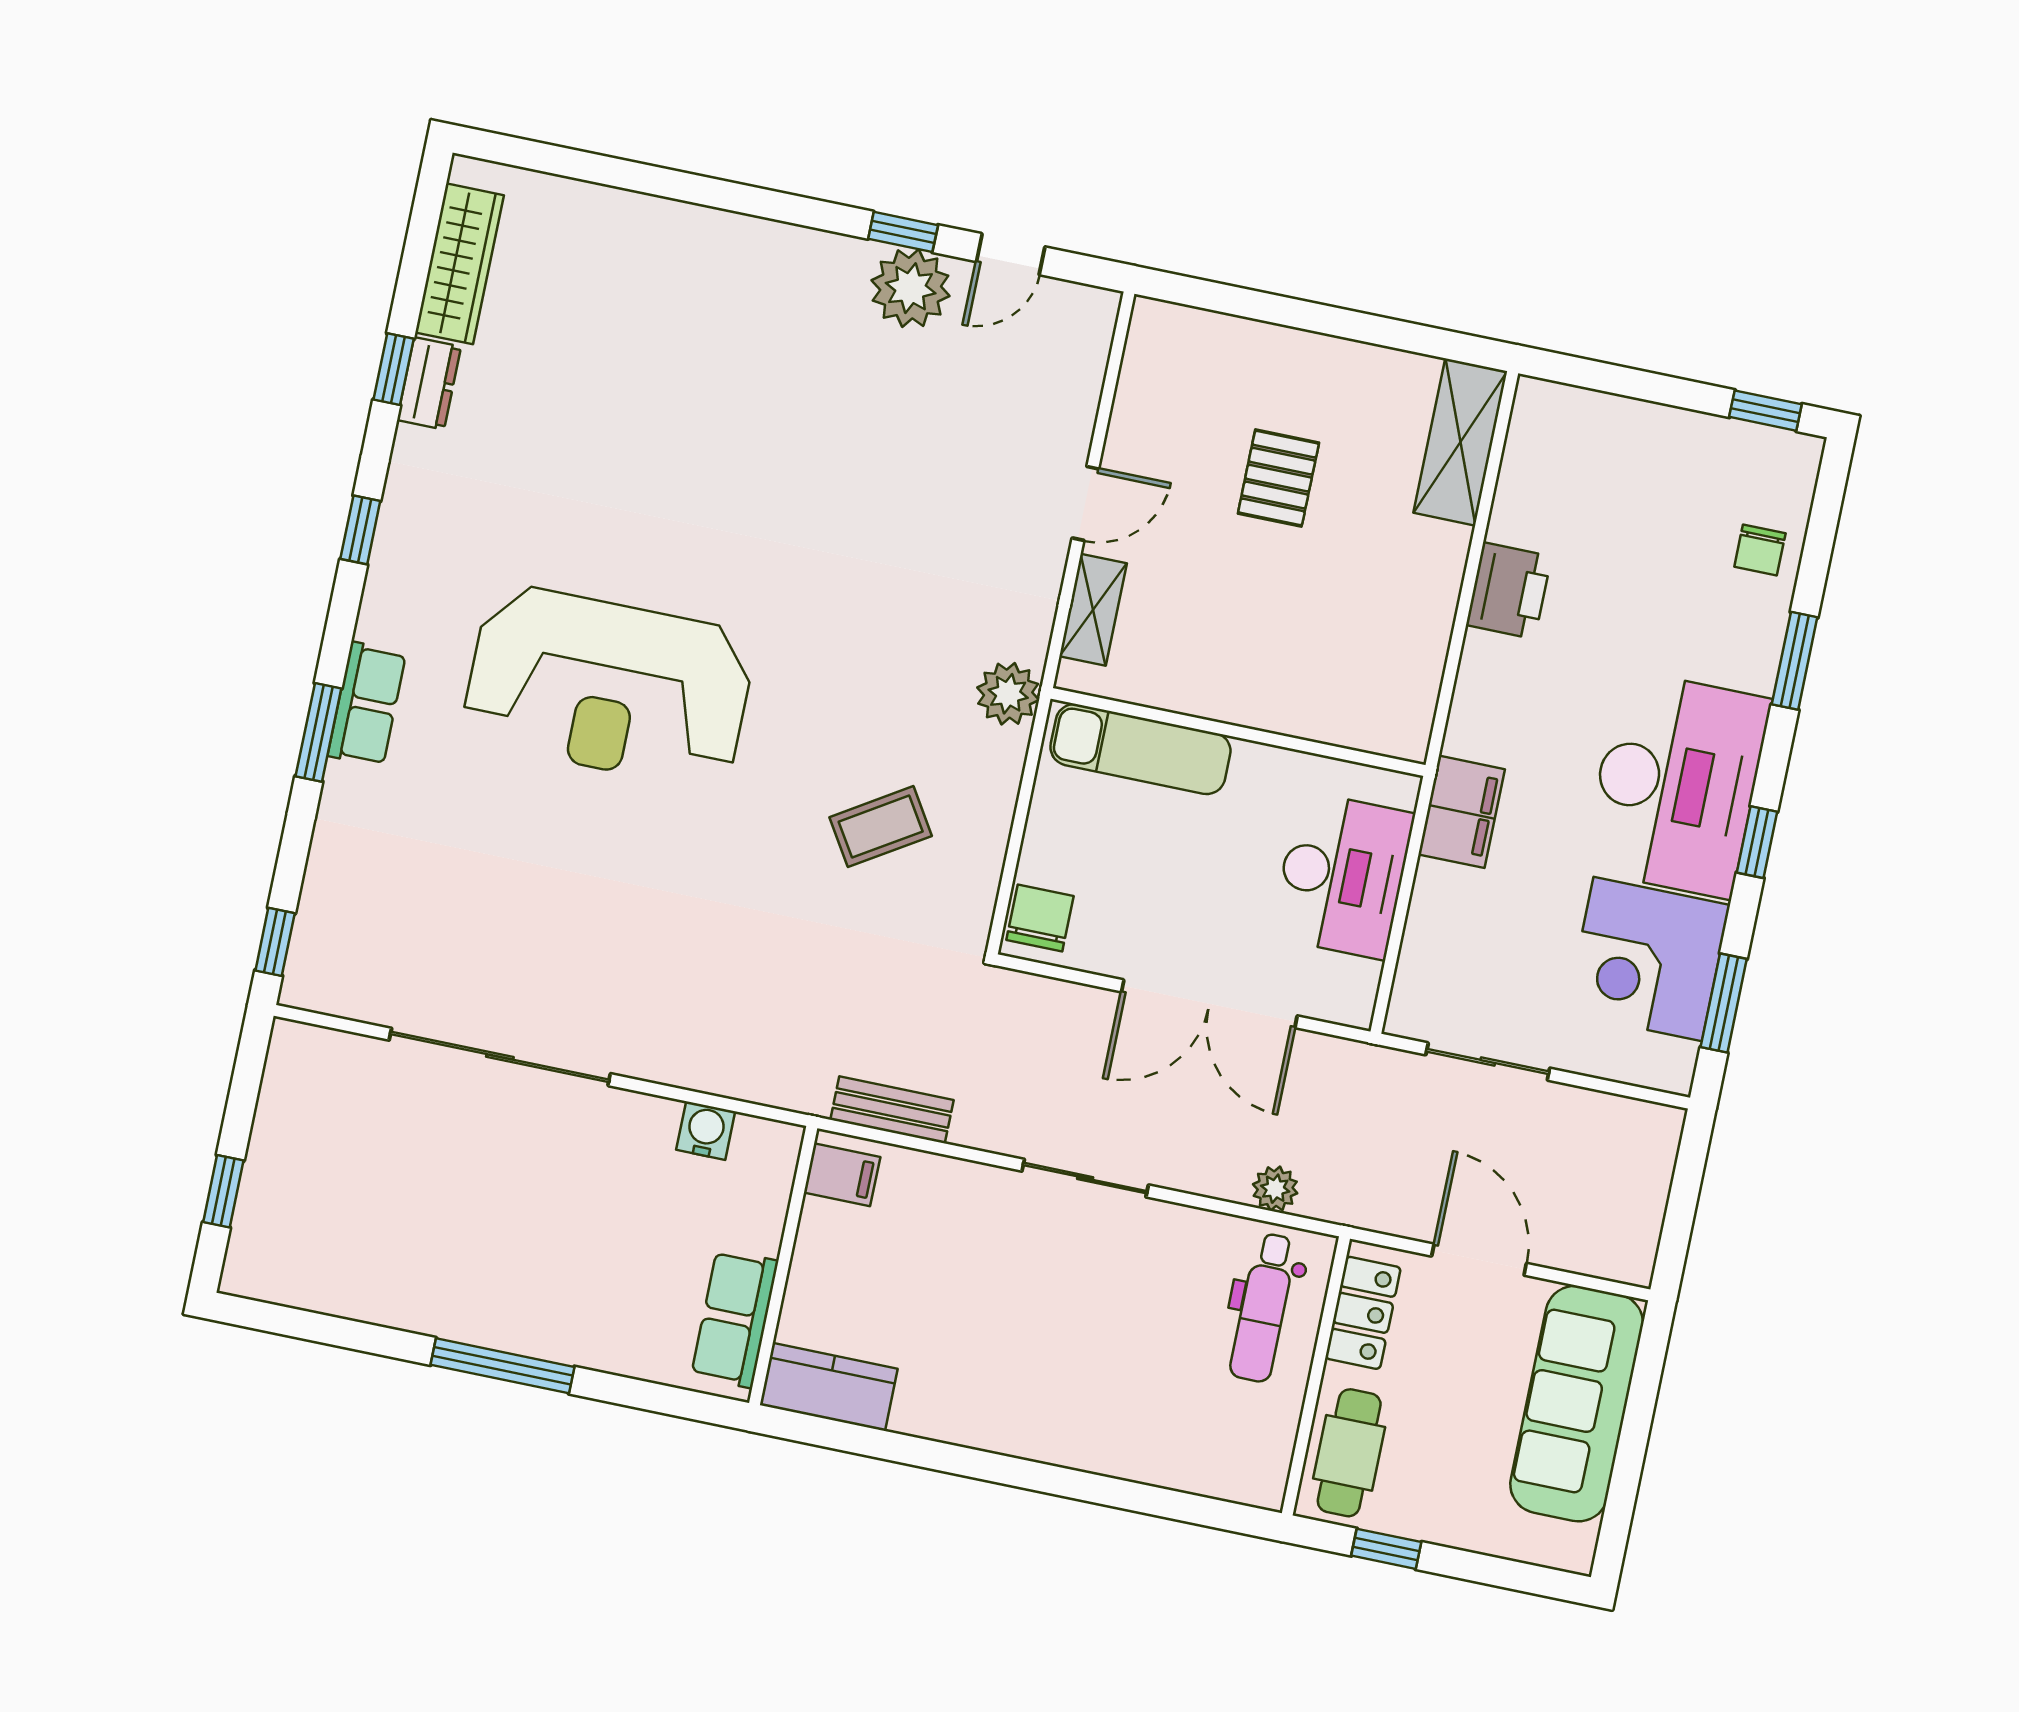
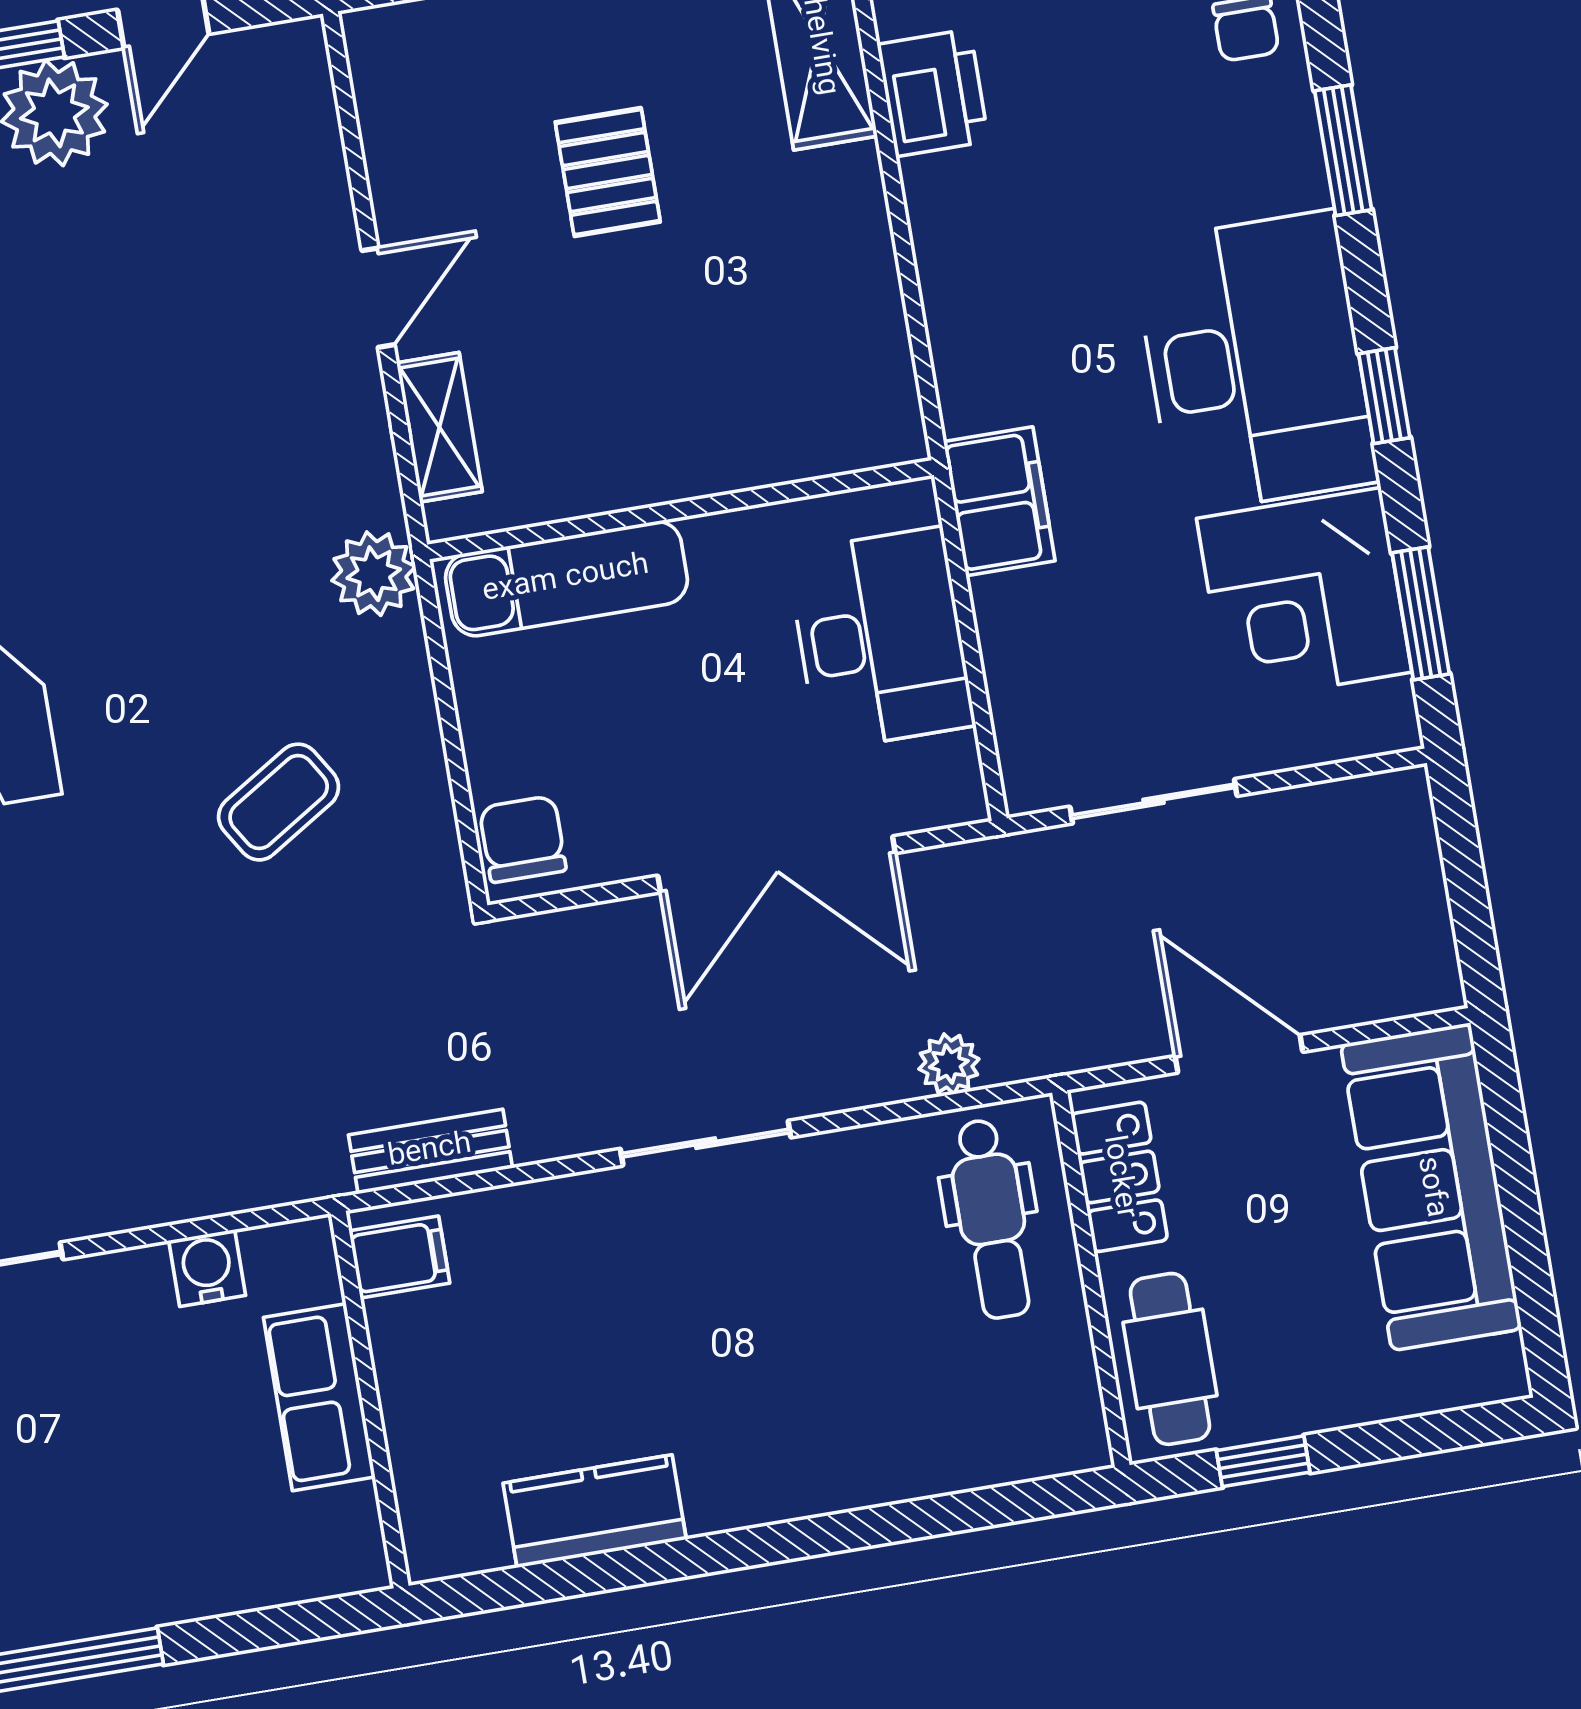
printer: (1509, 591) -> (933, 93), moved
row of seats: (735, 1318) -> (319, 1397), moved
kitchen counter: (829, 1387) -> (595, 1511), moved

